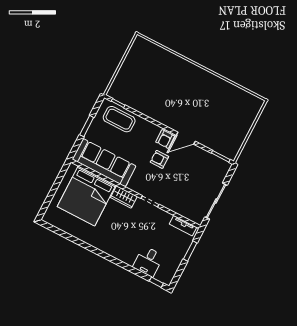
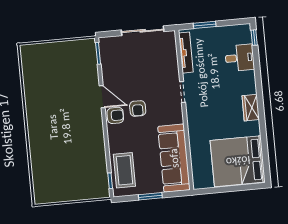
bed: (87, 196) -> (238, 161), moved, turned 180
wardrobe: (124, 197) -> (251, 108), moved, turned 180
tv unit: (183, 226) -> (186, 53), width x1.41

